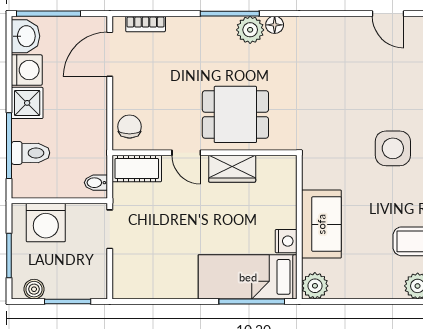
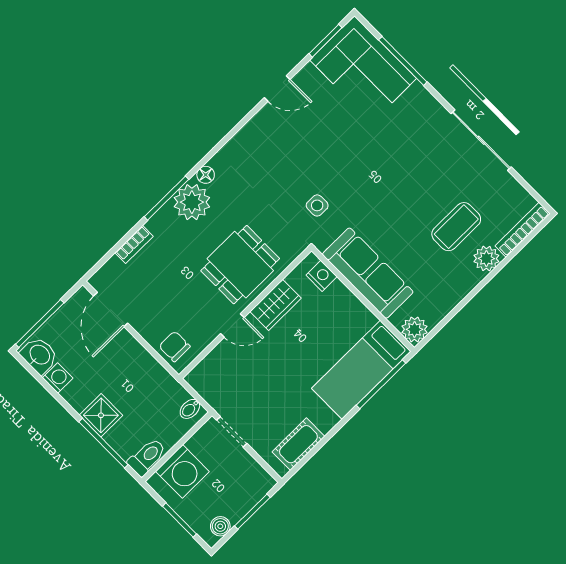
bookcase: (146, 24) -> (134, 244), moved
plant: (250, 30) -> (192, 202), width x1.36, depth x1.36
washing machine: (27, 70) -> (58, 378), width x0.73, depth x0.73
shower: (27, 103) -> (101, 415), moved
side table: (393, 148) -> (317, 205), moved, width x0.54, depth x0.54
toilet: (31, 153) -> (147, 457), moved
cot: (137, 169) -> (298, 444), moved
sofa: (321, 224) -> (368, 273), width x1.36
nightstand: (286, 241) -> (322, 276), moved

